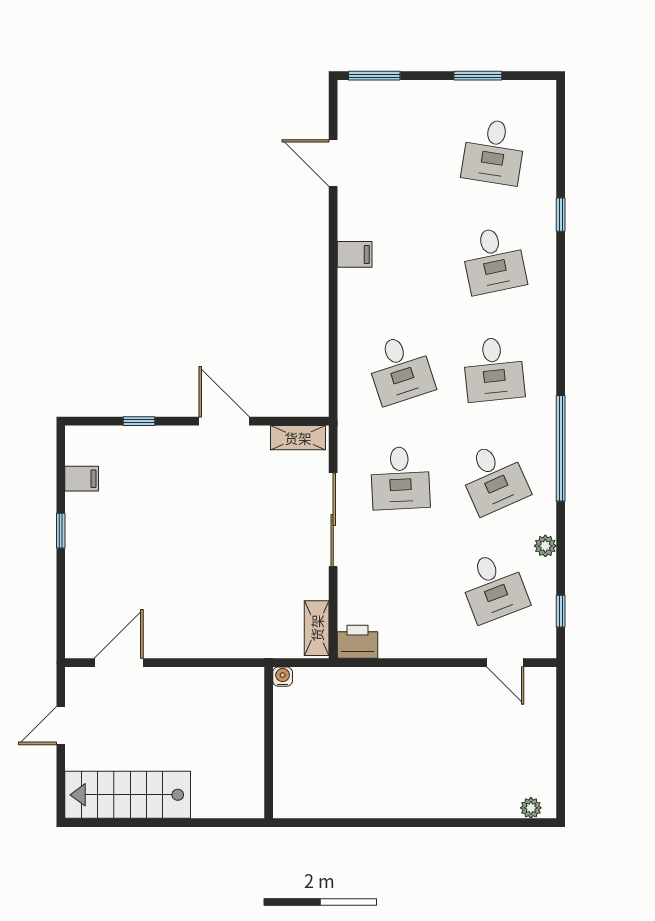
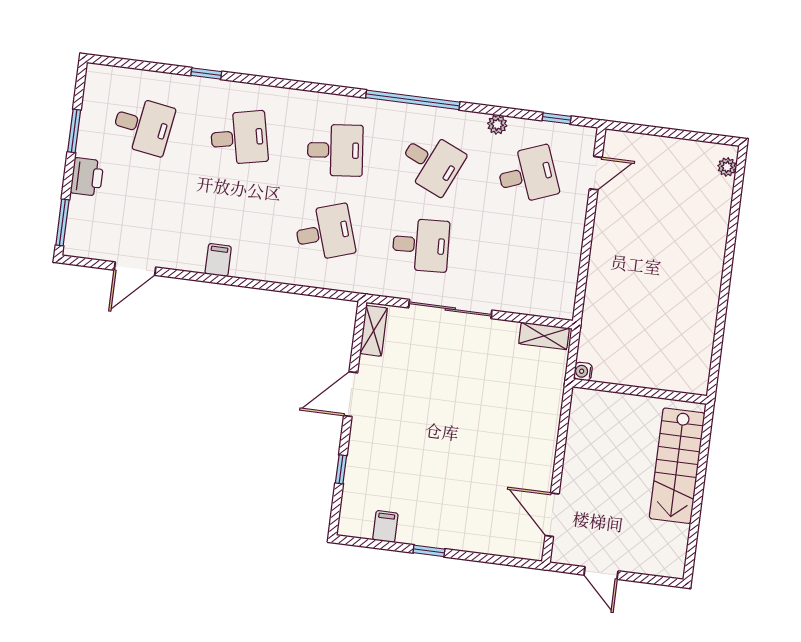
desk: (494, 478) -> (431, 163), turned 48
printer: (358, 642) -> (87, 177), moved, turned 180
stairs: (128, 795) -> (677, 466), moved

